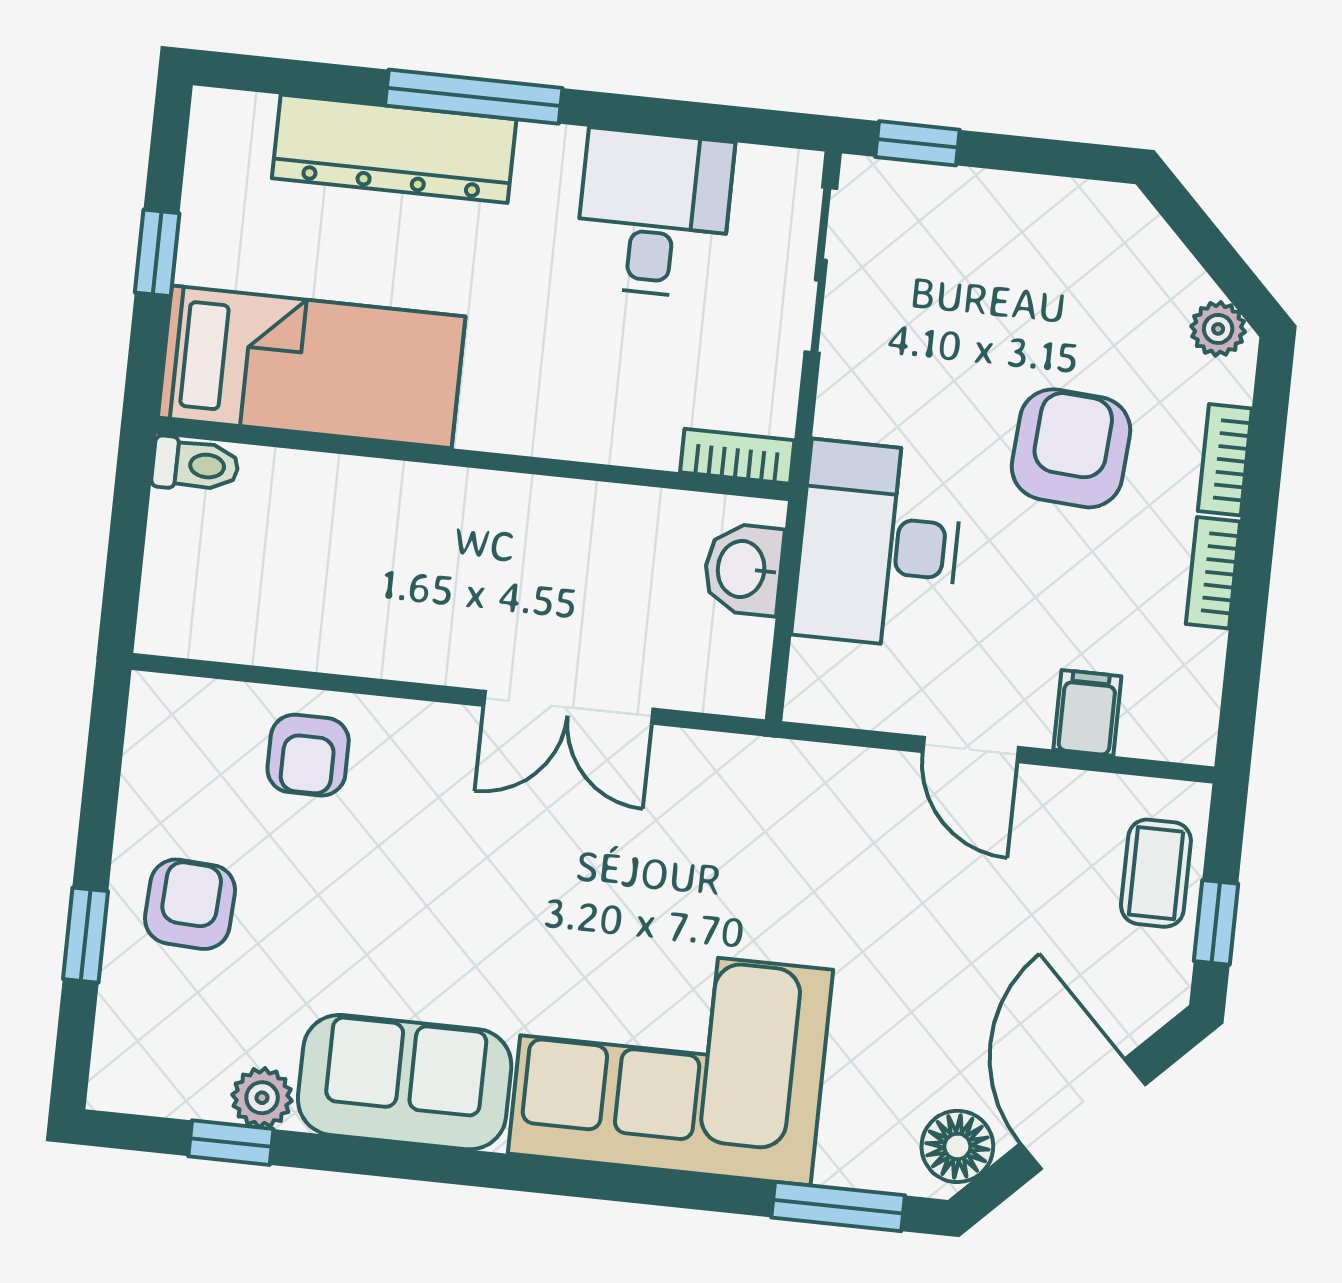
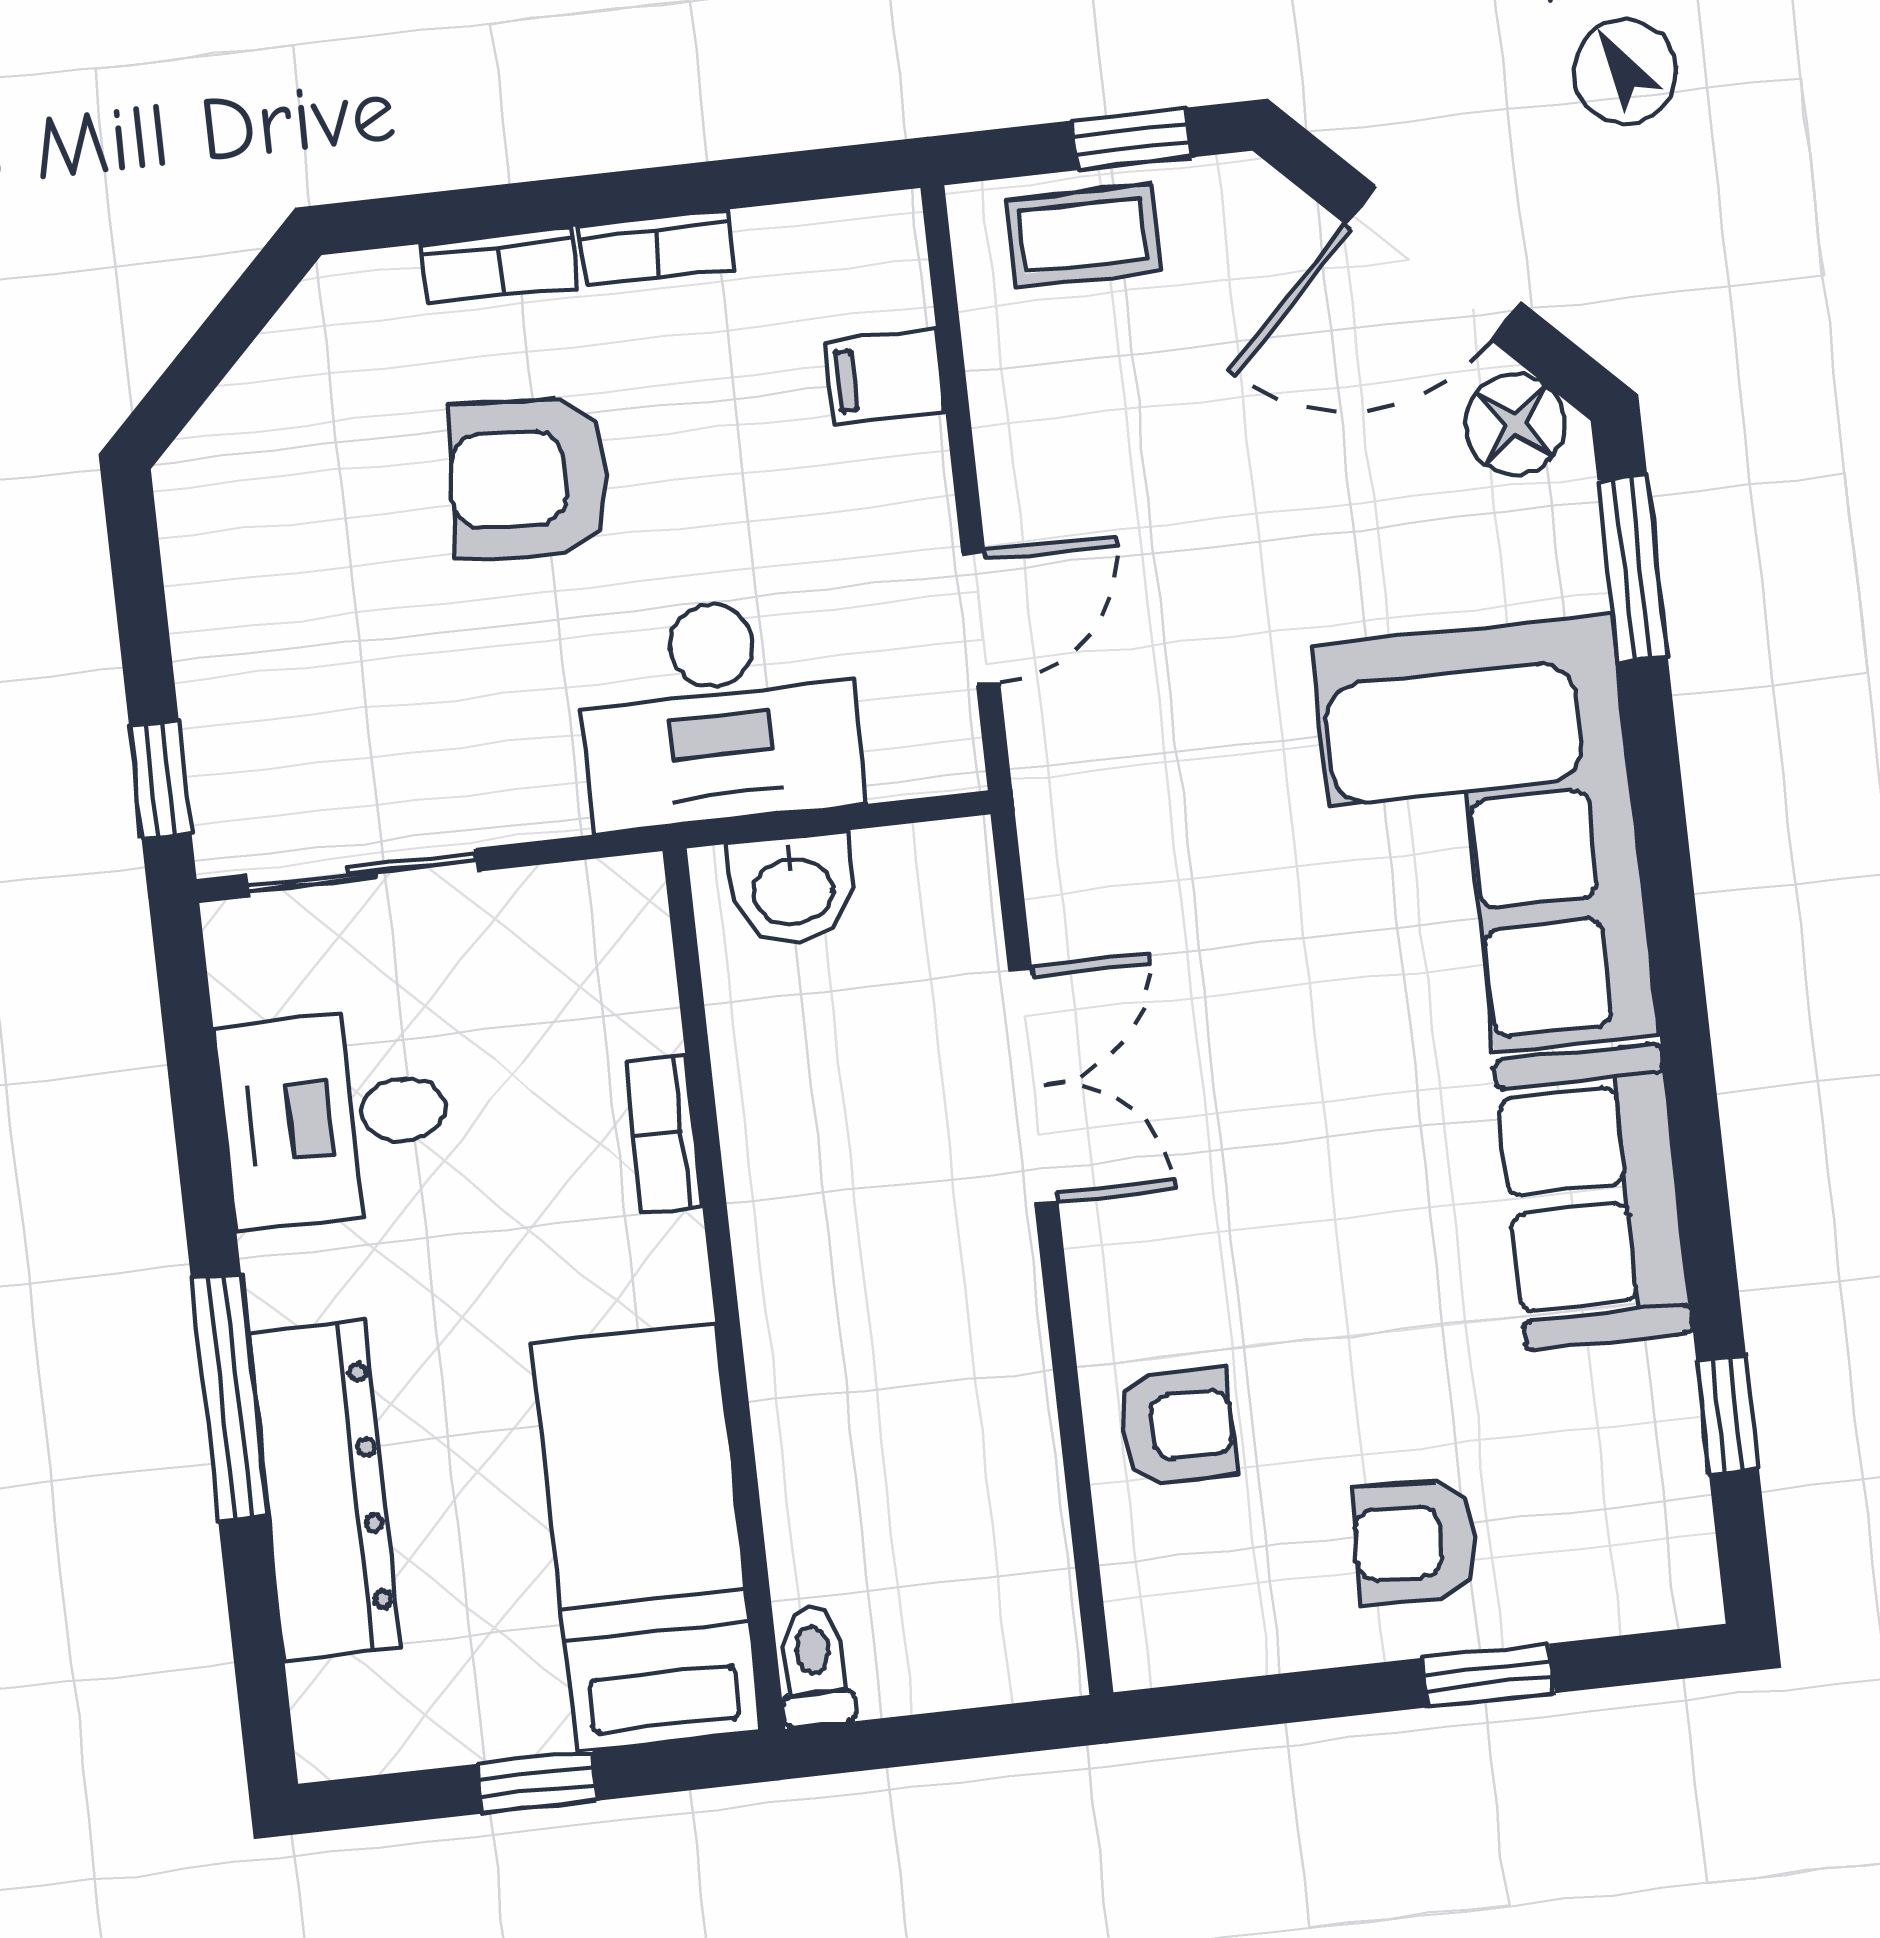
plant: (1218, 329) -> (323, 314), removed
bookcase: (737, 456) -> (663, 1134), moved
door: (971, 750) -> (981, 618), moved
plant: (262, 1098) -> (1657, 1386), removed

